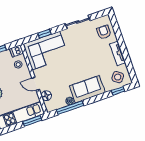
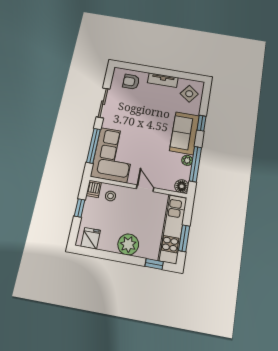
window: (44, 34) -> (93, 146), width x2.17
door: (36, 84) -> (145, 188), swing flipped
window: (118, 91) -> (202, 123), moved
floor lamp: (46, 96) -> (182, 186), moved
window: (32, 121) -> (184, 238), moved

